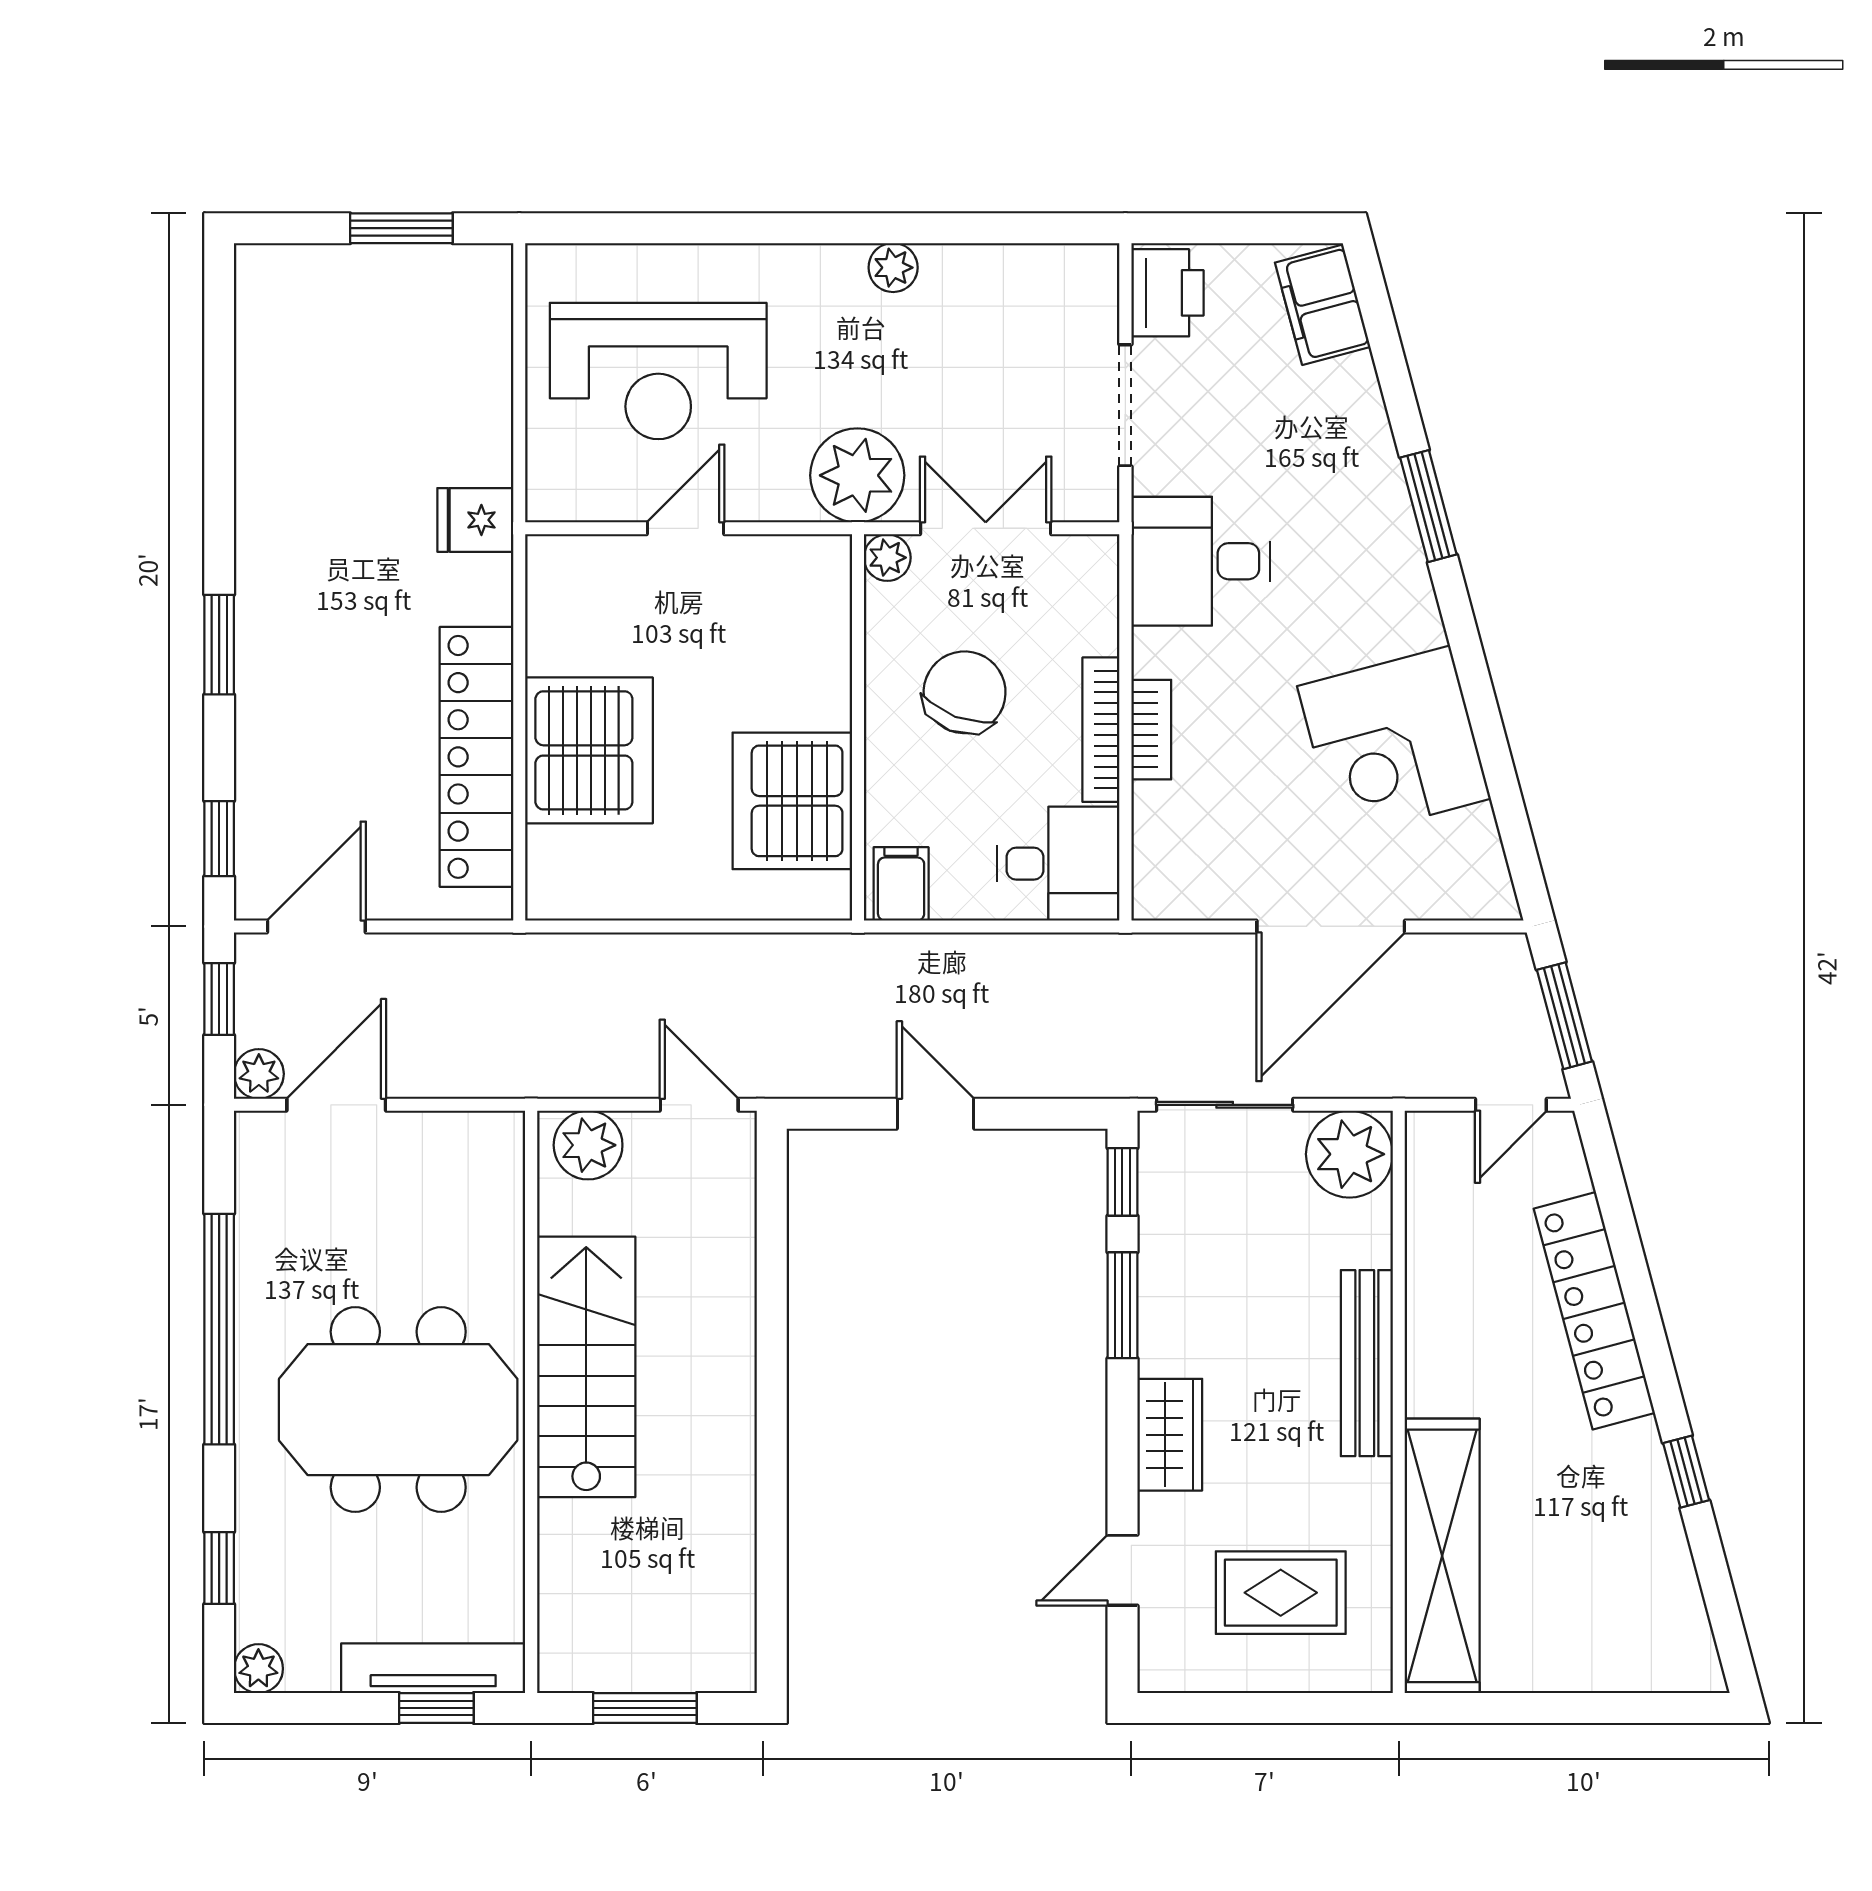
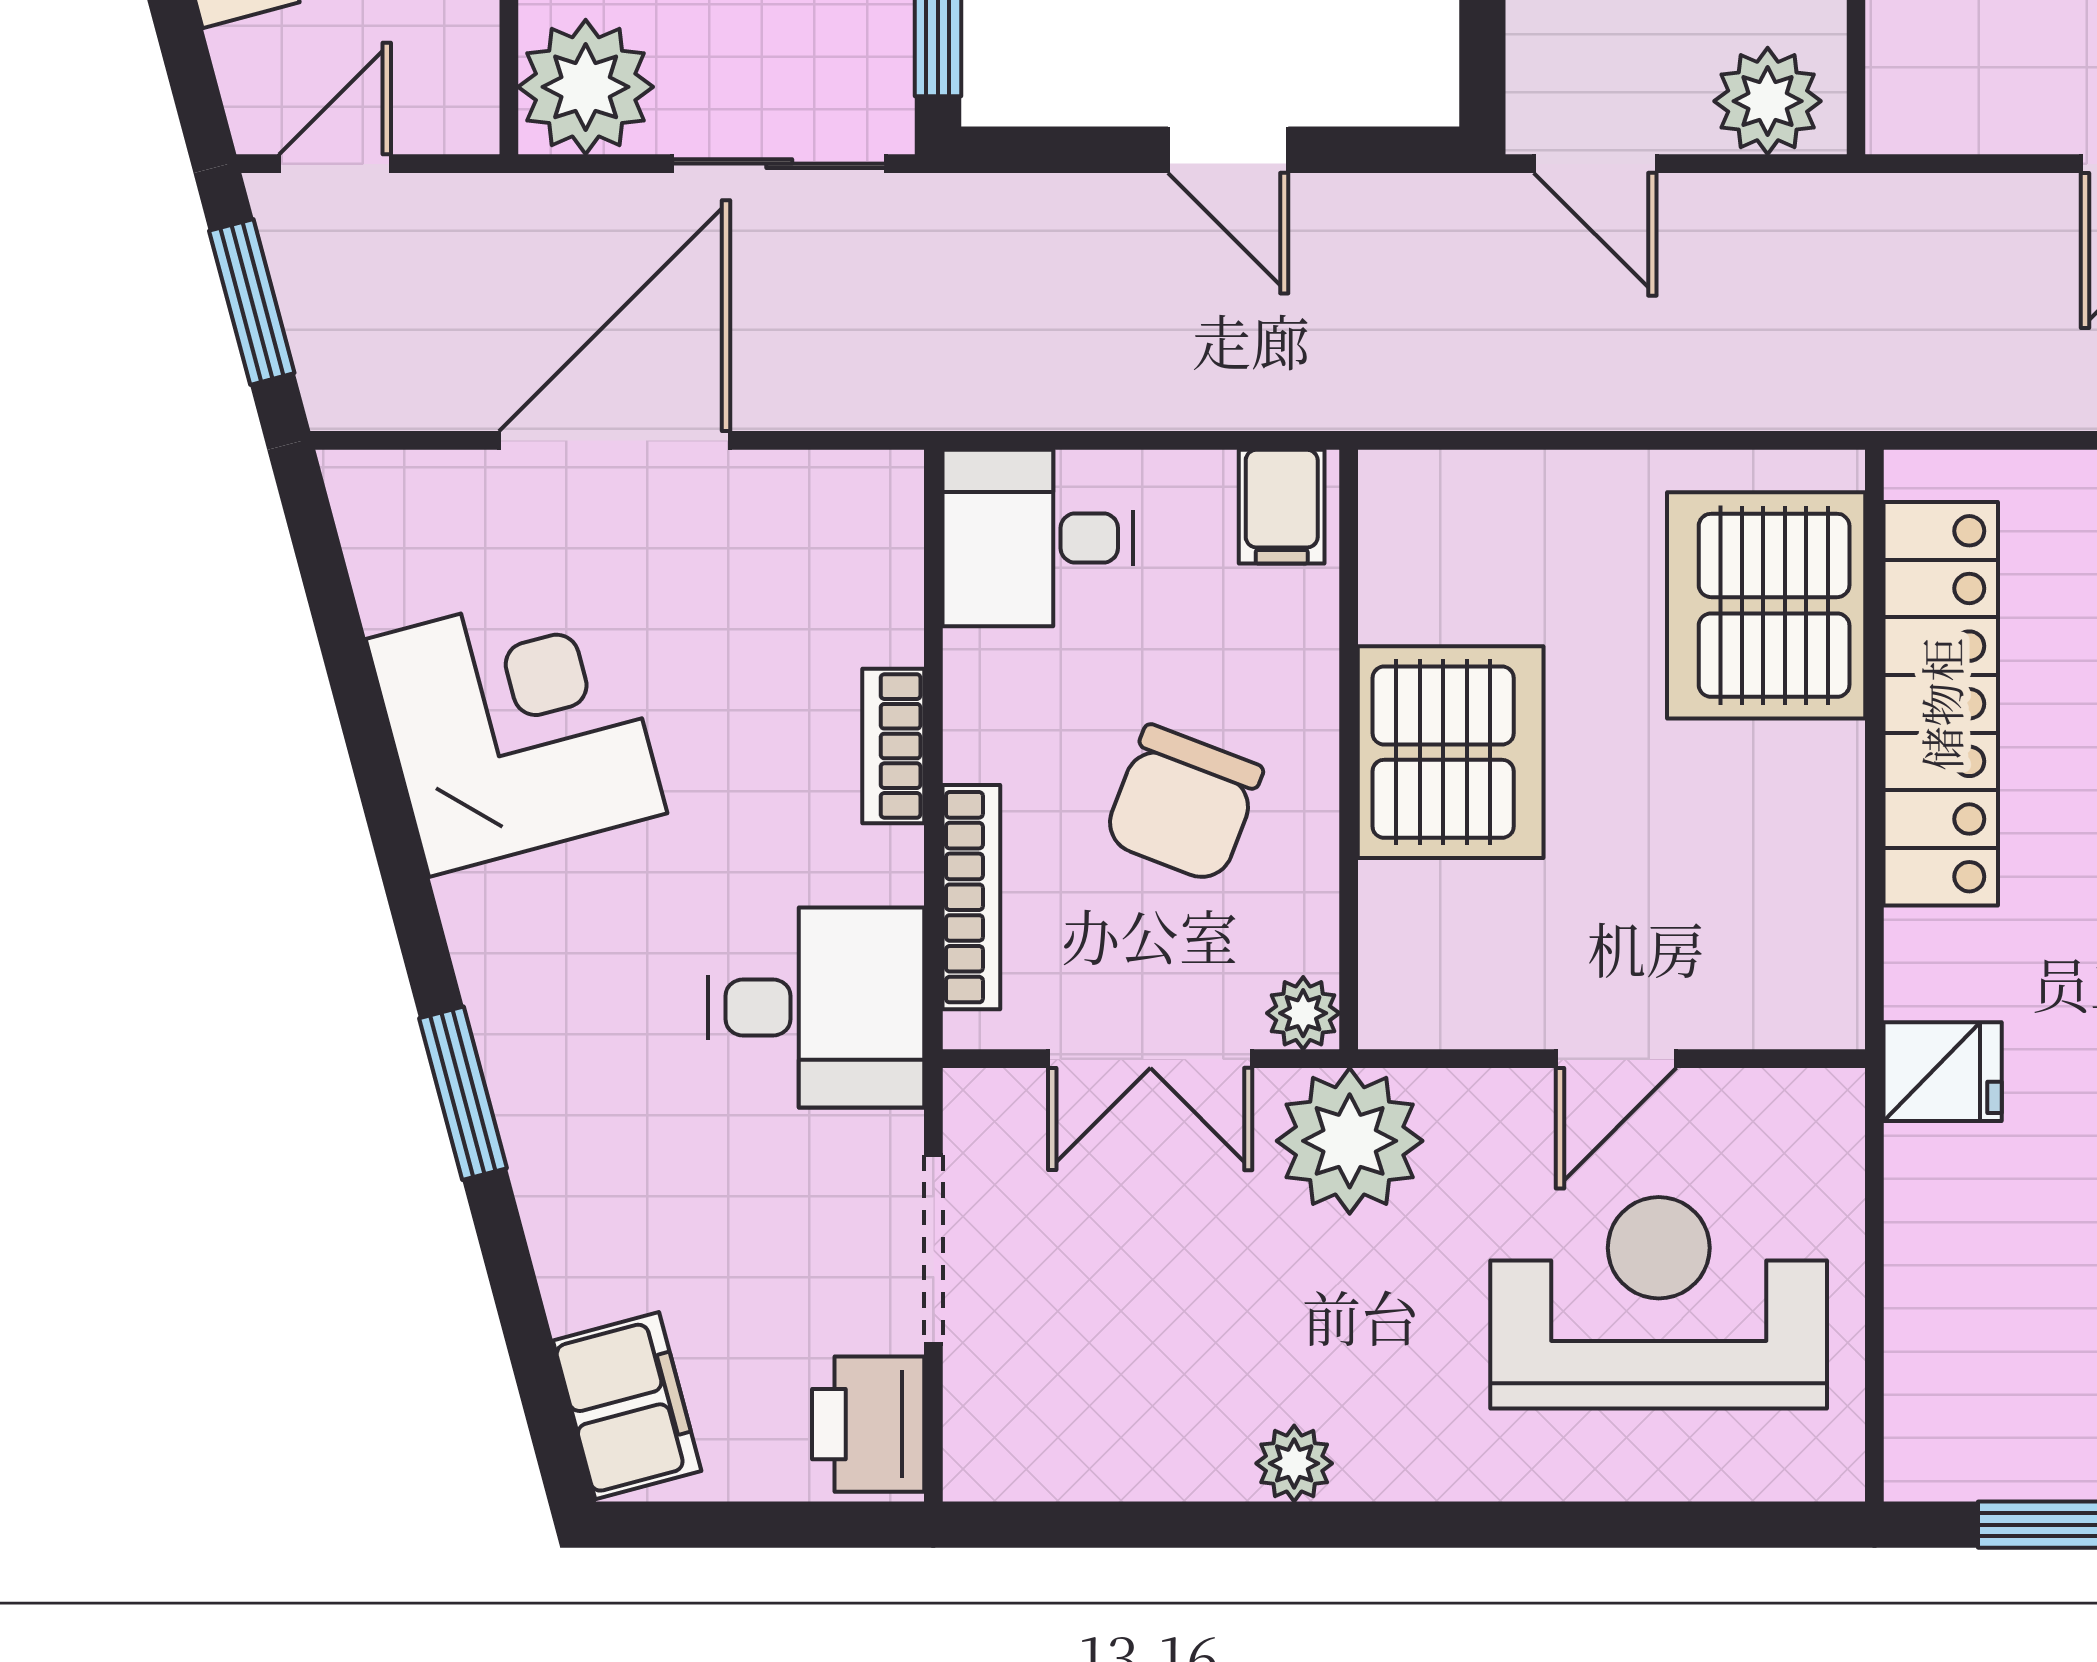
bookcase: (1101, 730) -> (971, 897), moved
server rack: (589, 750) -> (1766, 605), moved
server rack: (792, 801) -> (1451, 752), moved

